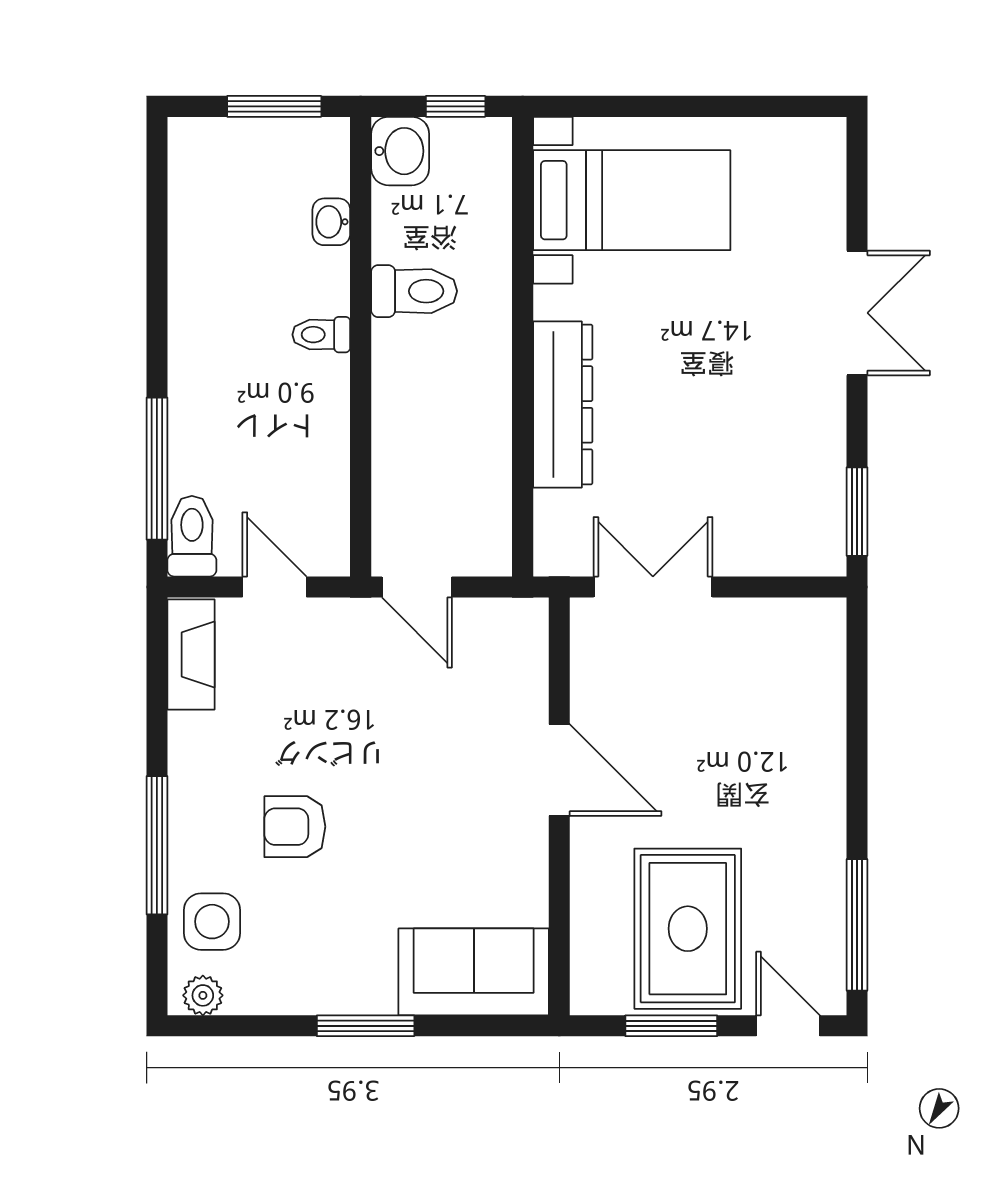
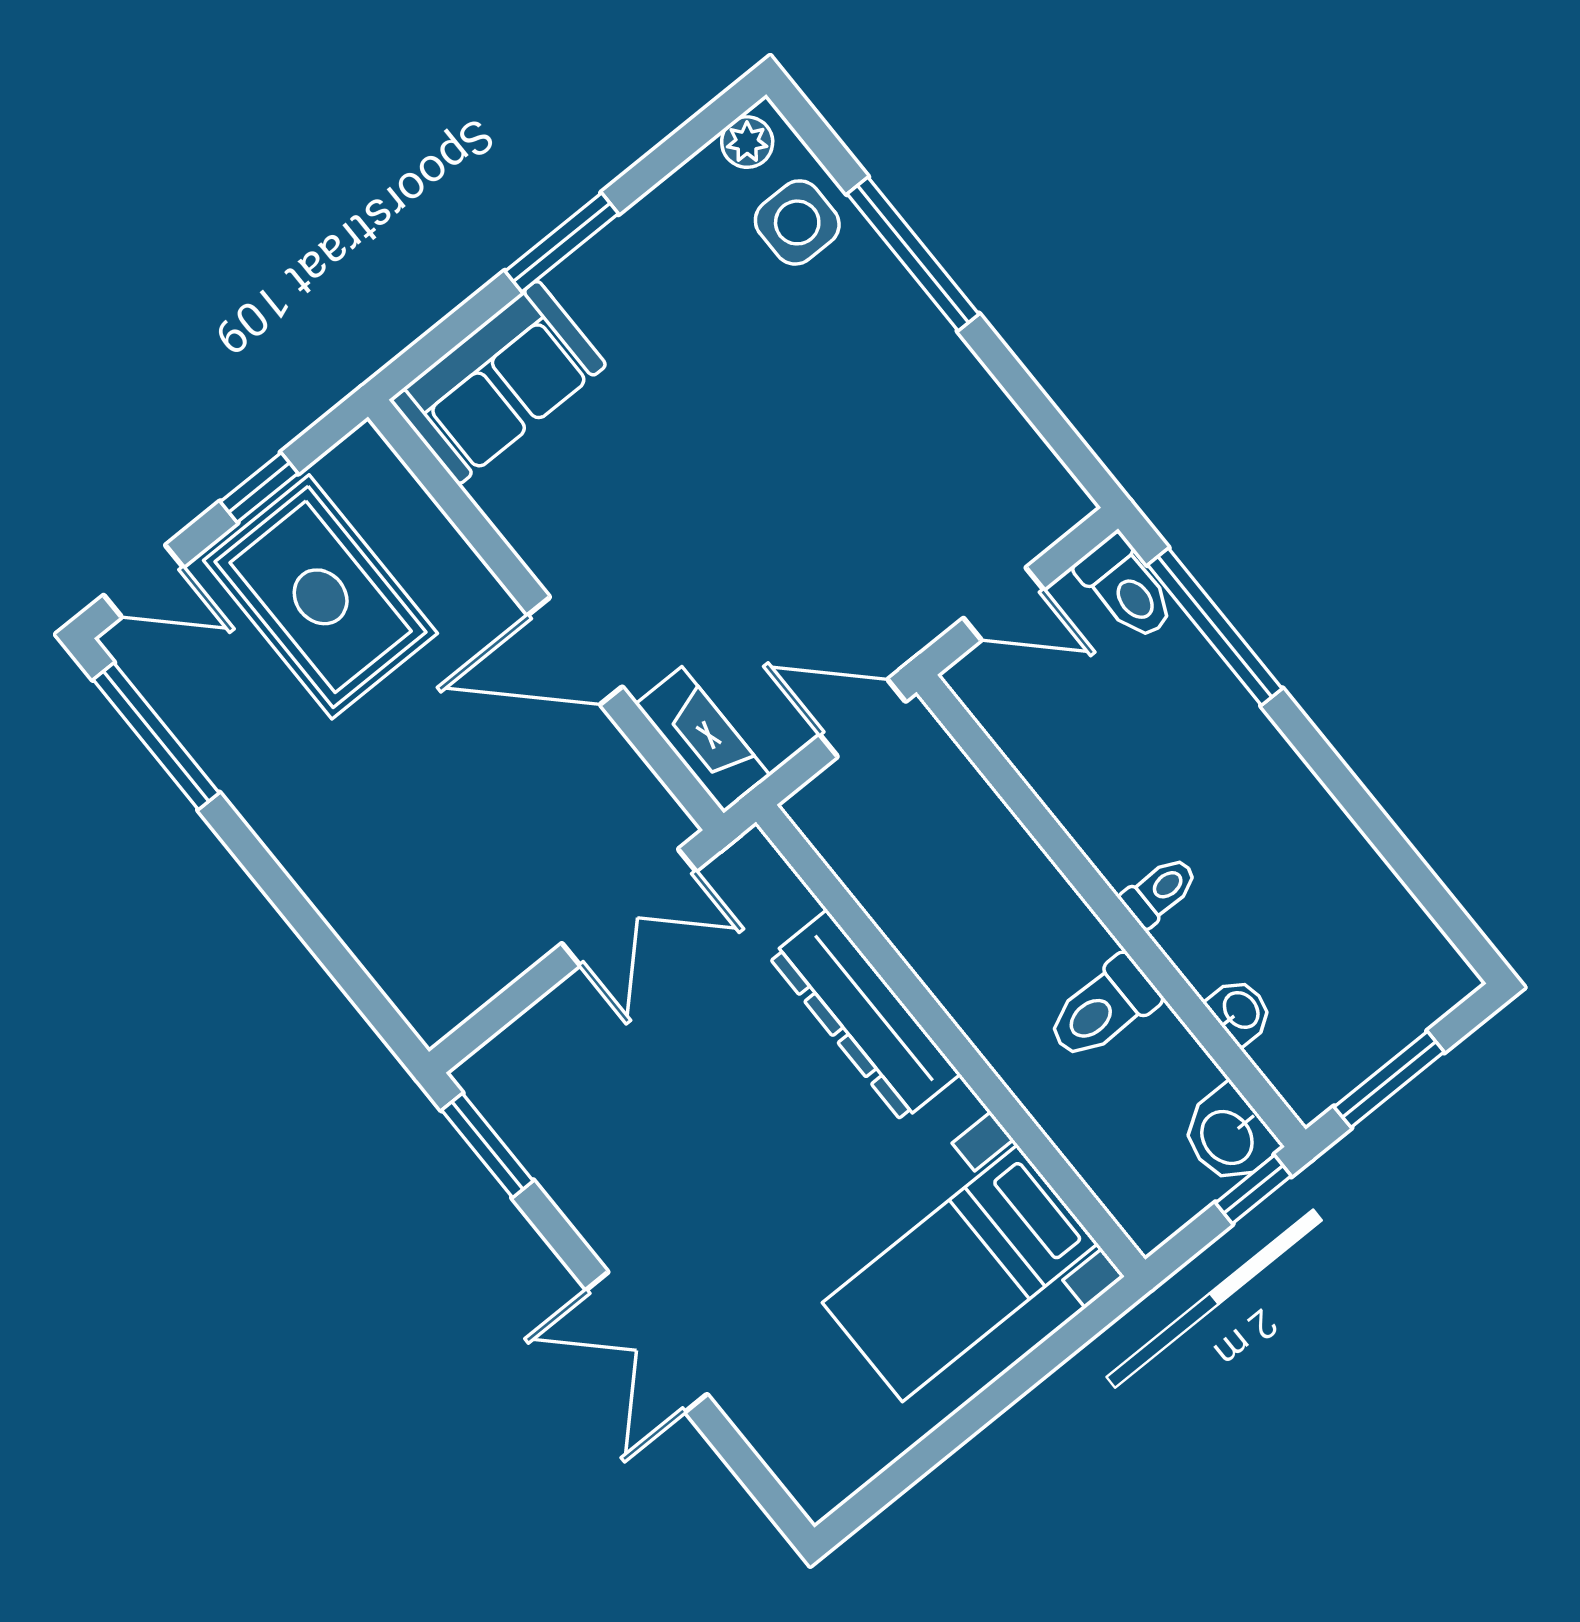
window: (456, 106) -> (1253, 1189), moved
fireplace: (191, 654) -> (703, 740), moved, turned 180
armchair: (295, 827) -> (791, 383), removed
window: (671, 1026) -> (259, 487), width x0.67

